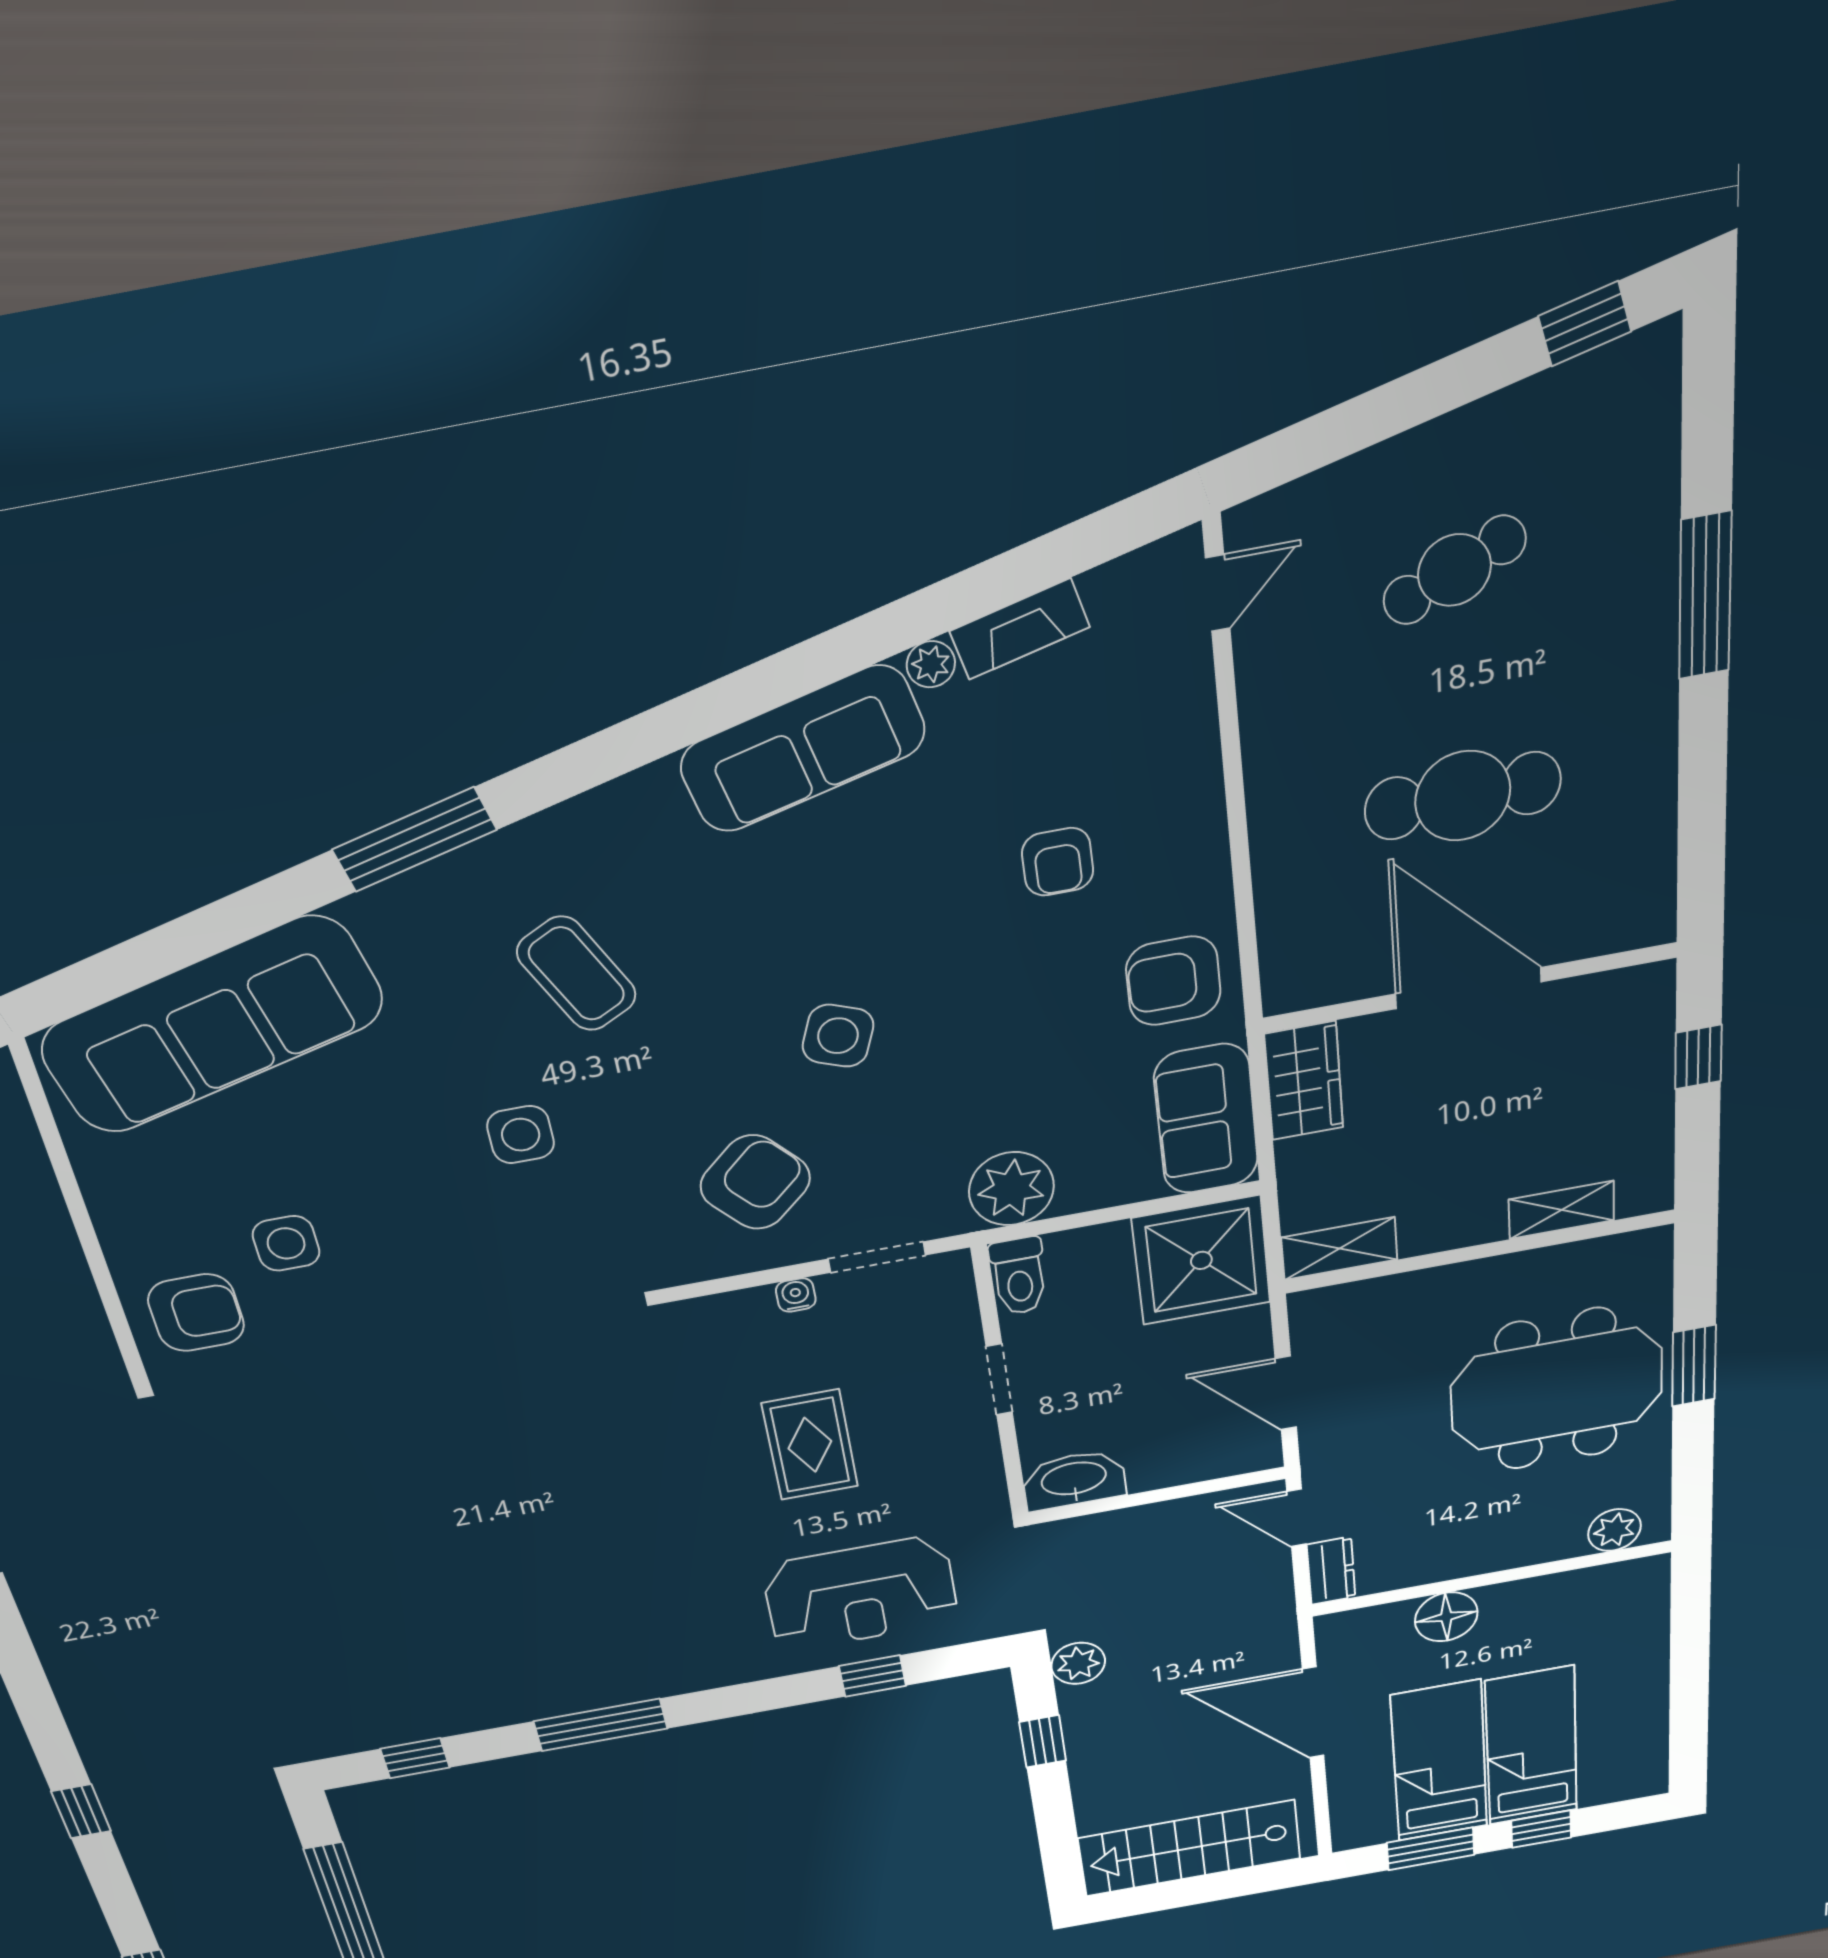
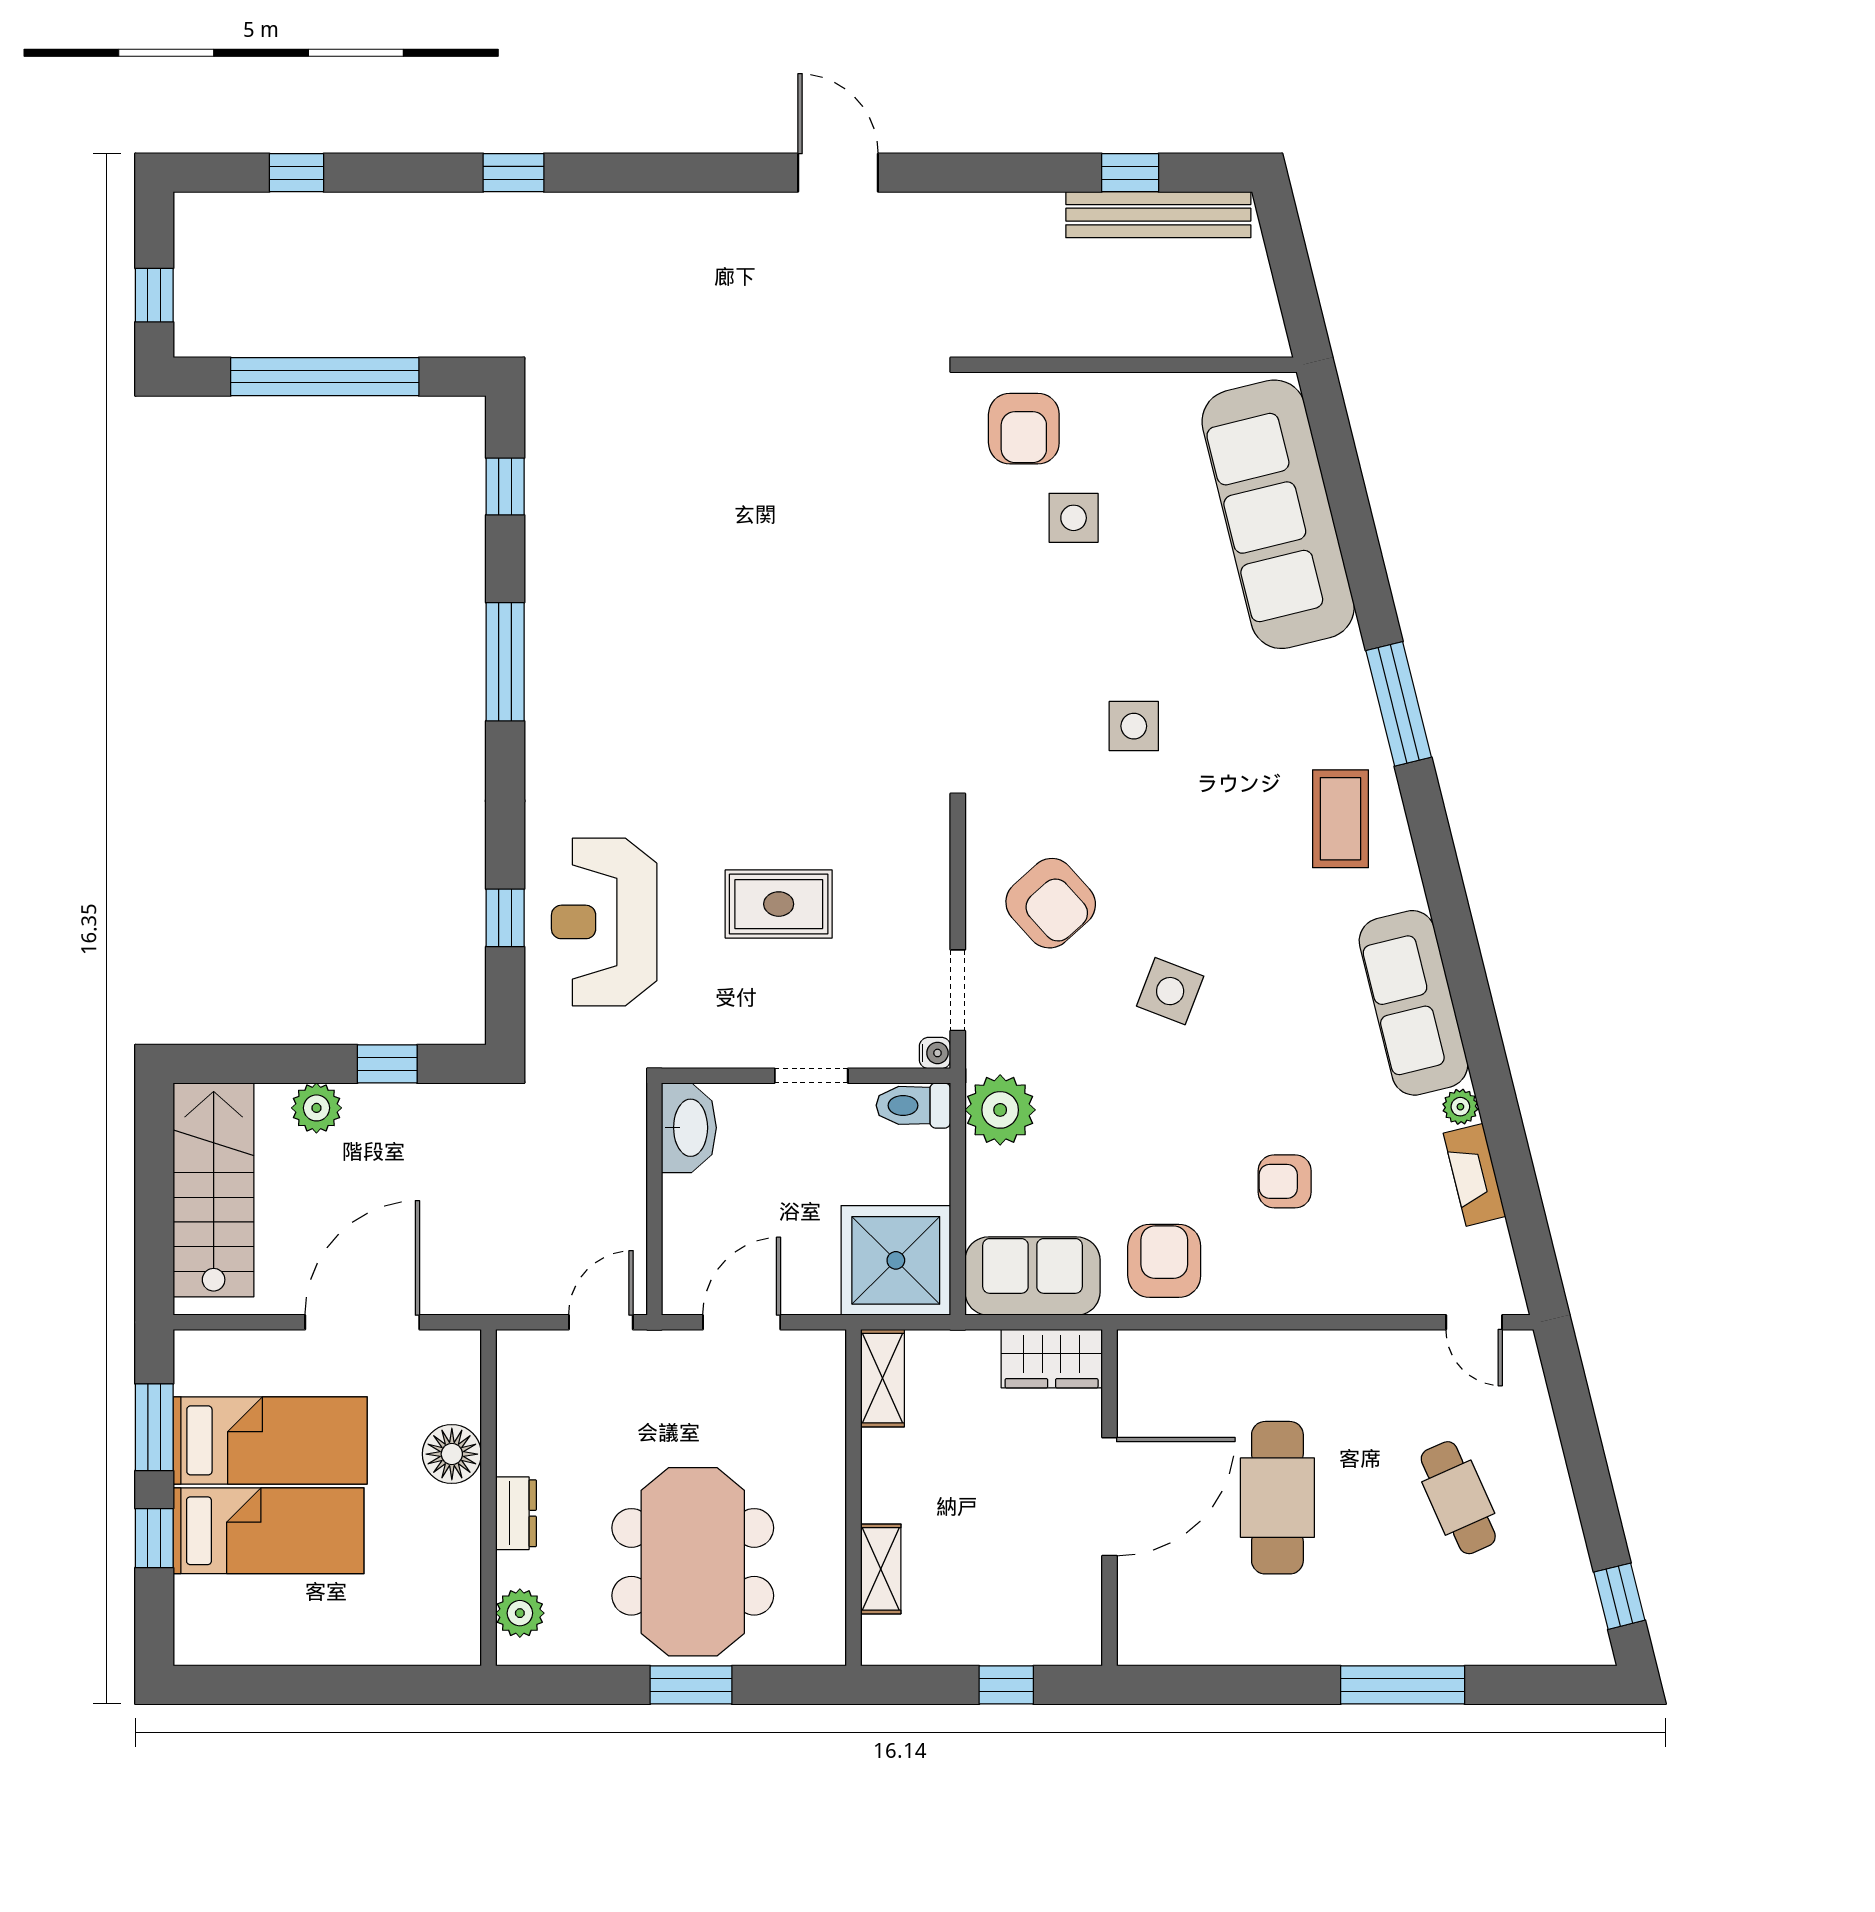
coffee table: (576, 974) -> (1340, 819), moved, turned -63
water cooler: (796, 1295) -> (935, 1053), moved
dresser: (1331, 1571) -> (516, 1513), moved, turned -90
plant: (1078, 1663) -> (316, 1108), moved

